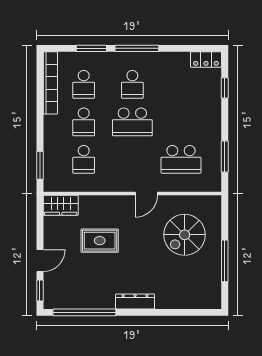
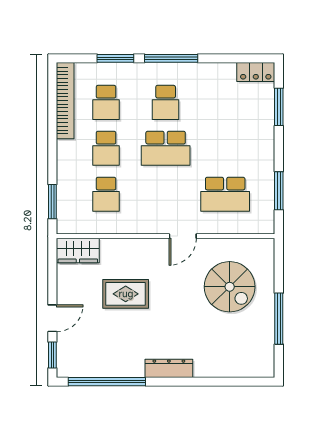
window: (225, 88) -> (279, 107), width x1.50
spiral stairs: (185, 235) -> (230, 287), turned -90

